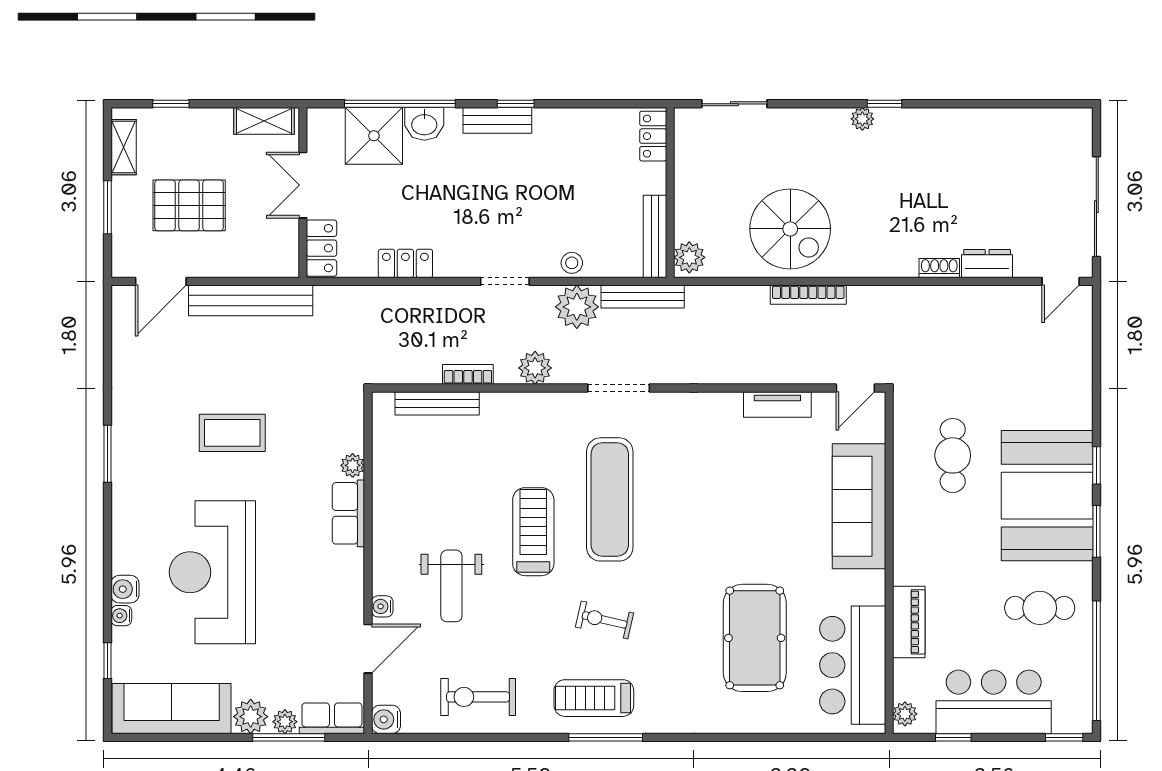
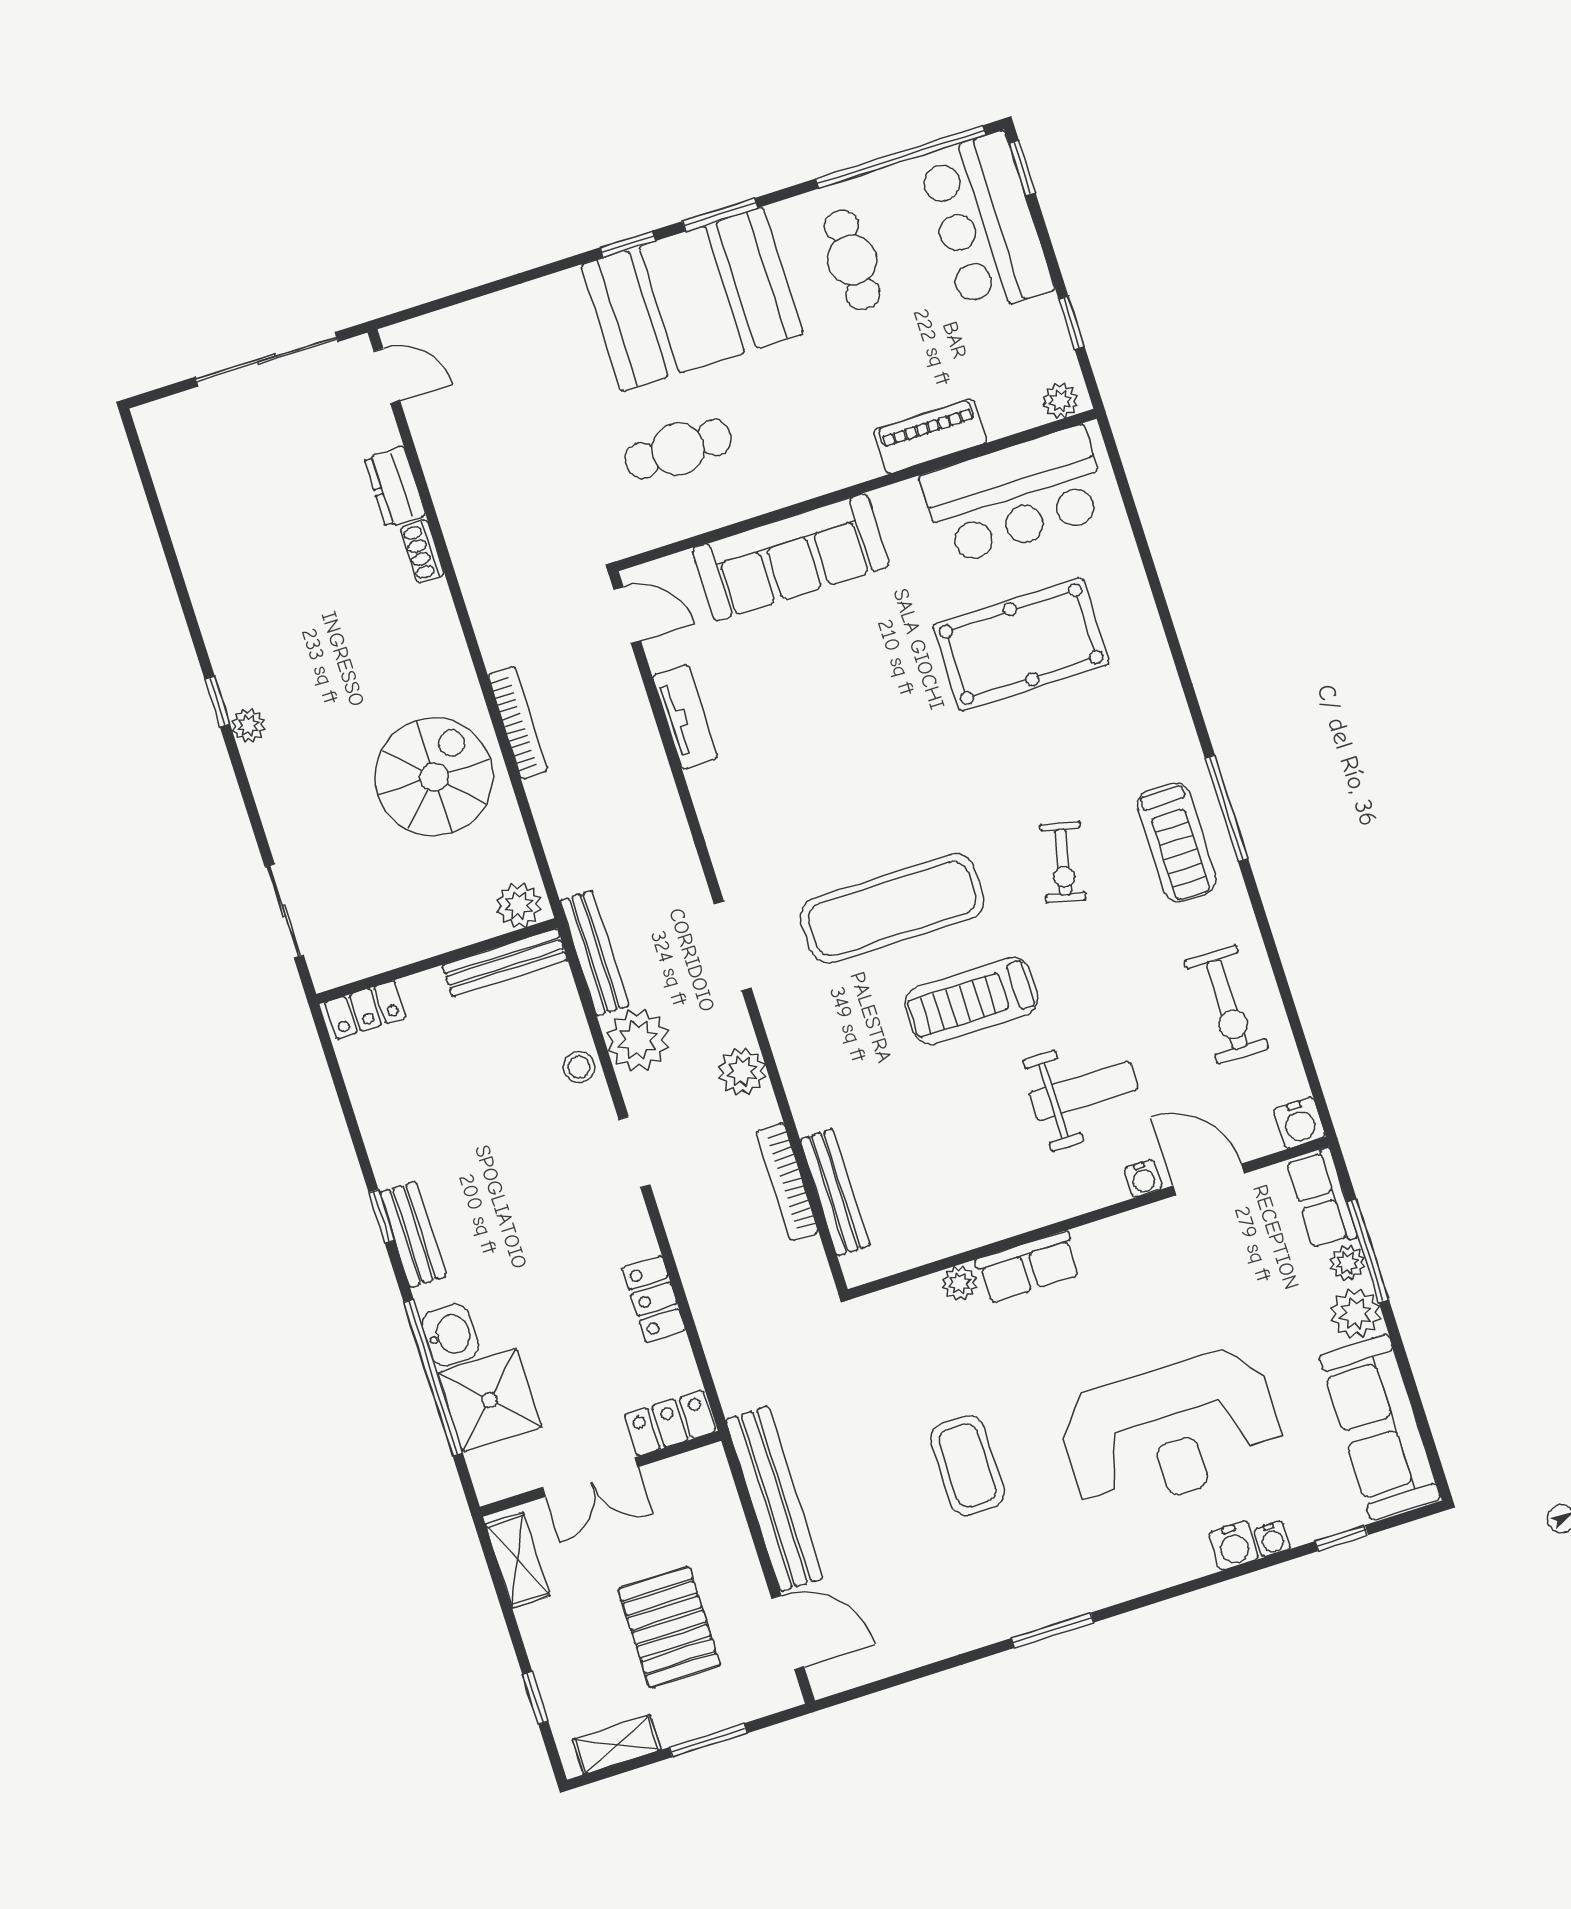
bookcase: (468, 374) -> (787, 1182), width x1.56
bar counter: (994, 702) -> (985, 224), moved

